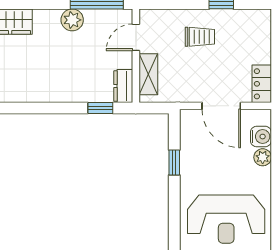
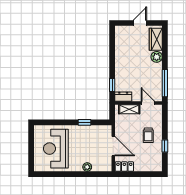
plant: (72, 20) -> (157, 57), moved
door: (221, 106) -> (113, 146), swing flipped
water cooler: (261, 137) -> (98, 166), removed

